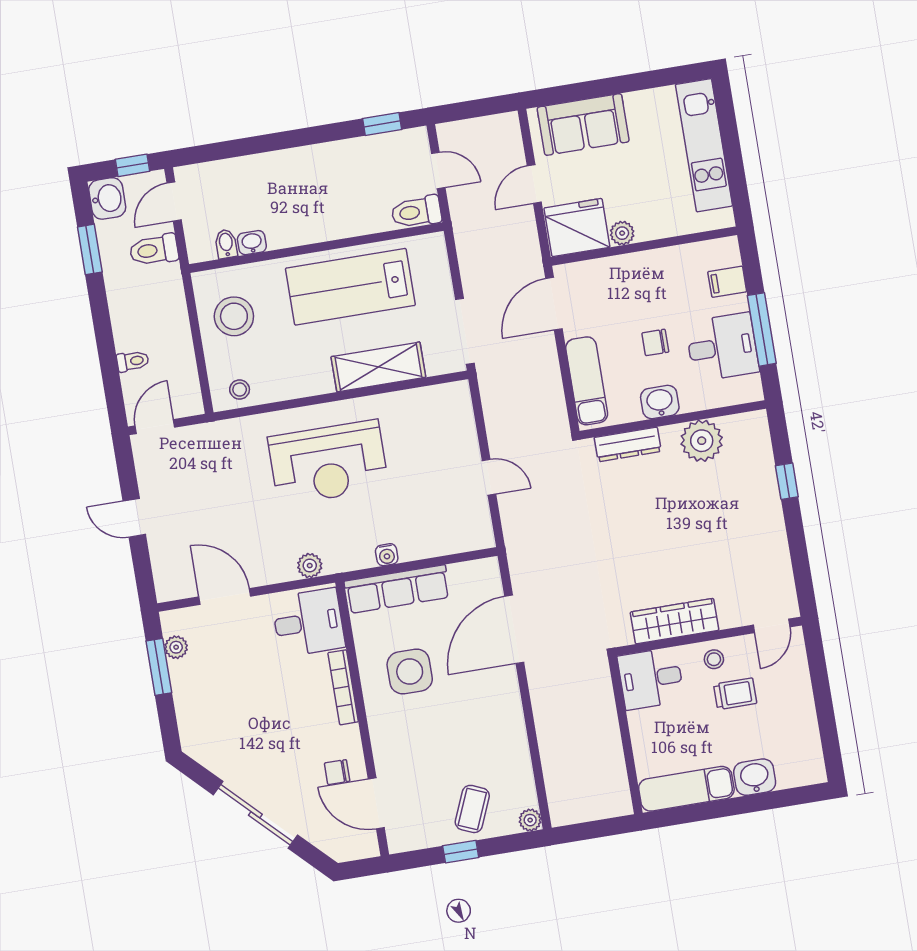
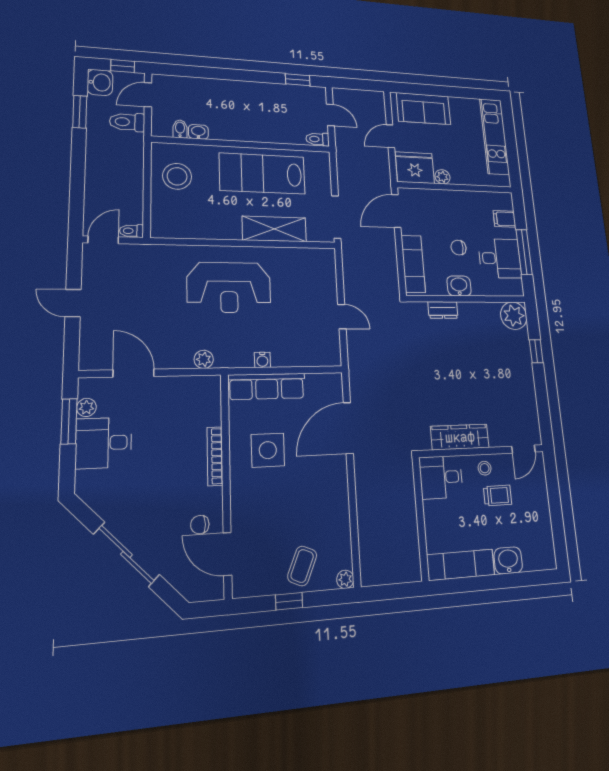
toilet: (416, 212) -> (318, 139), width x0.73, depth x0.72
toilet: (133, 361) -> (132, 231), moved, turned 180
stool: (240, 390) -> (172, 226), removed
plant: (702, 441) -> (514, 316), moved
dresser: (628, 444) -> (443, 310), width x0.70
desk: (308, 622) -> (104, 443), moved, turned 180

